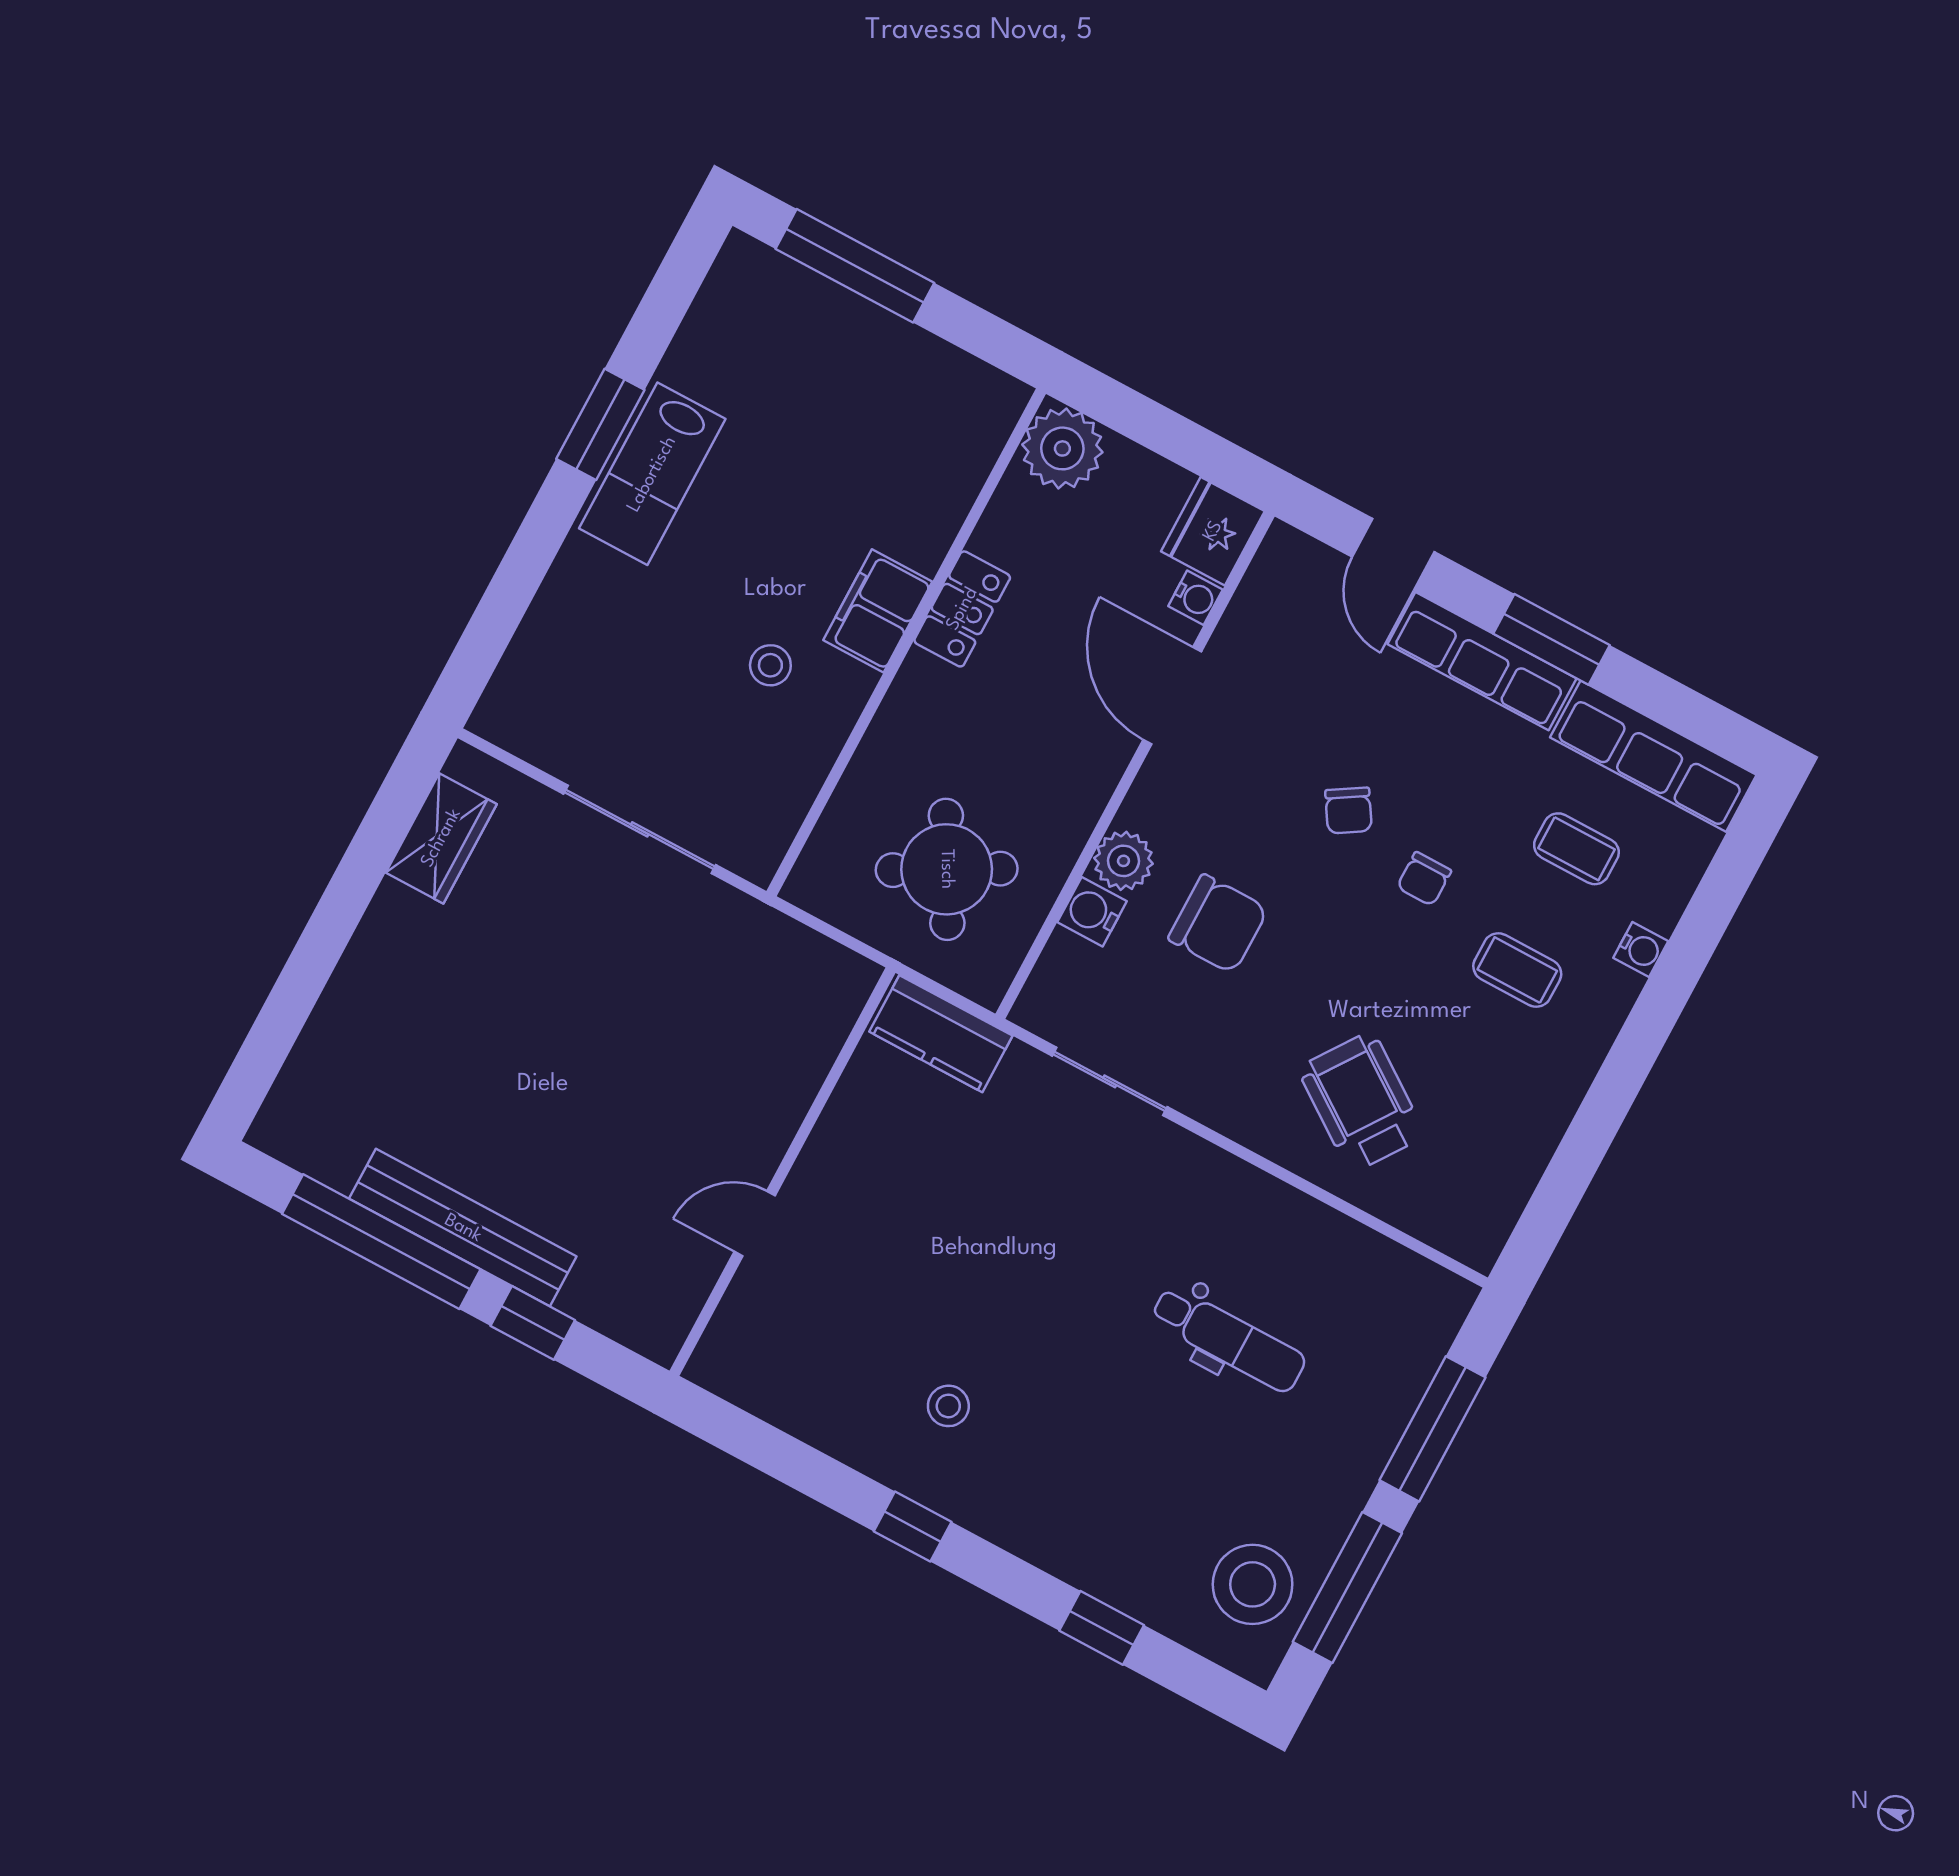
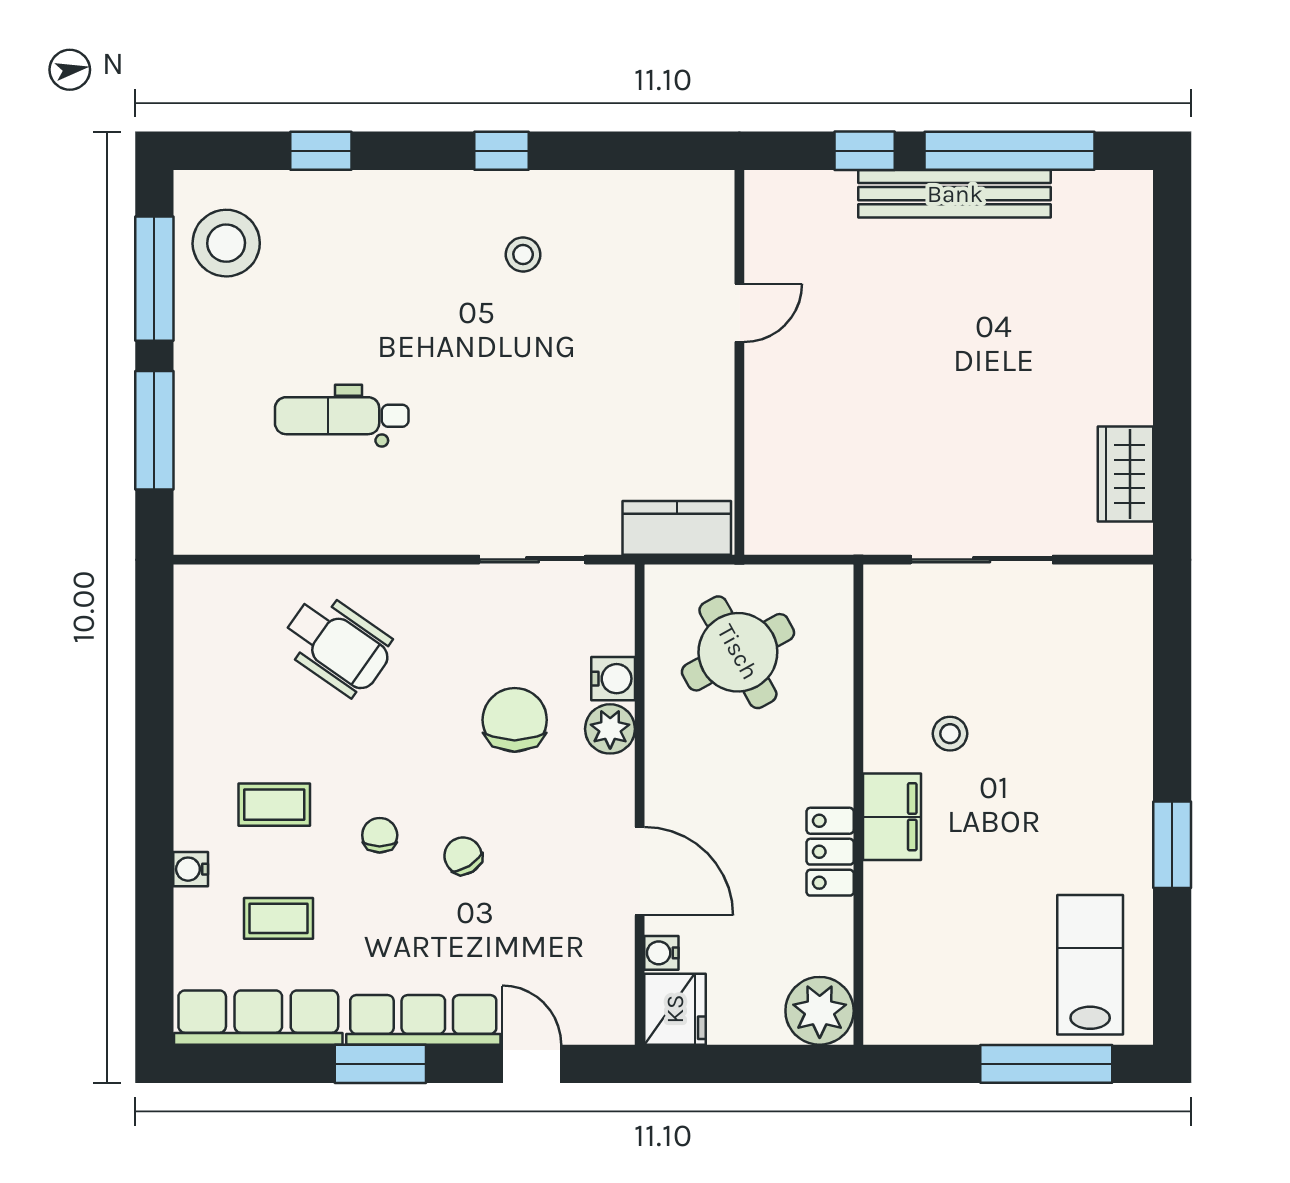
lab bench: (652, 474) -> (1090, 965), moved
chair: (1218, 924) -> (515, 720), turned 90

